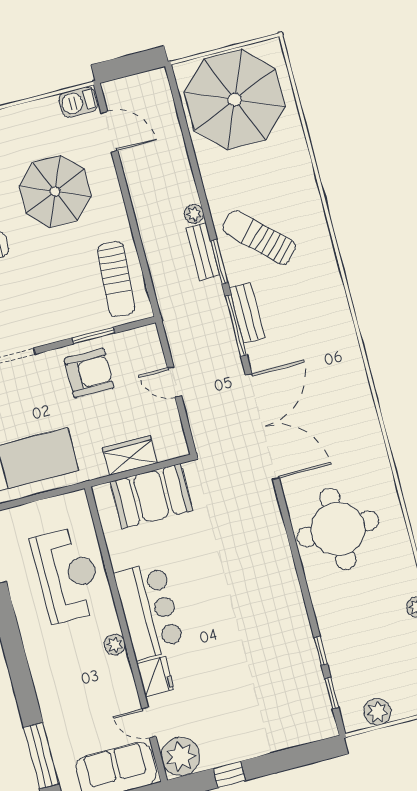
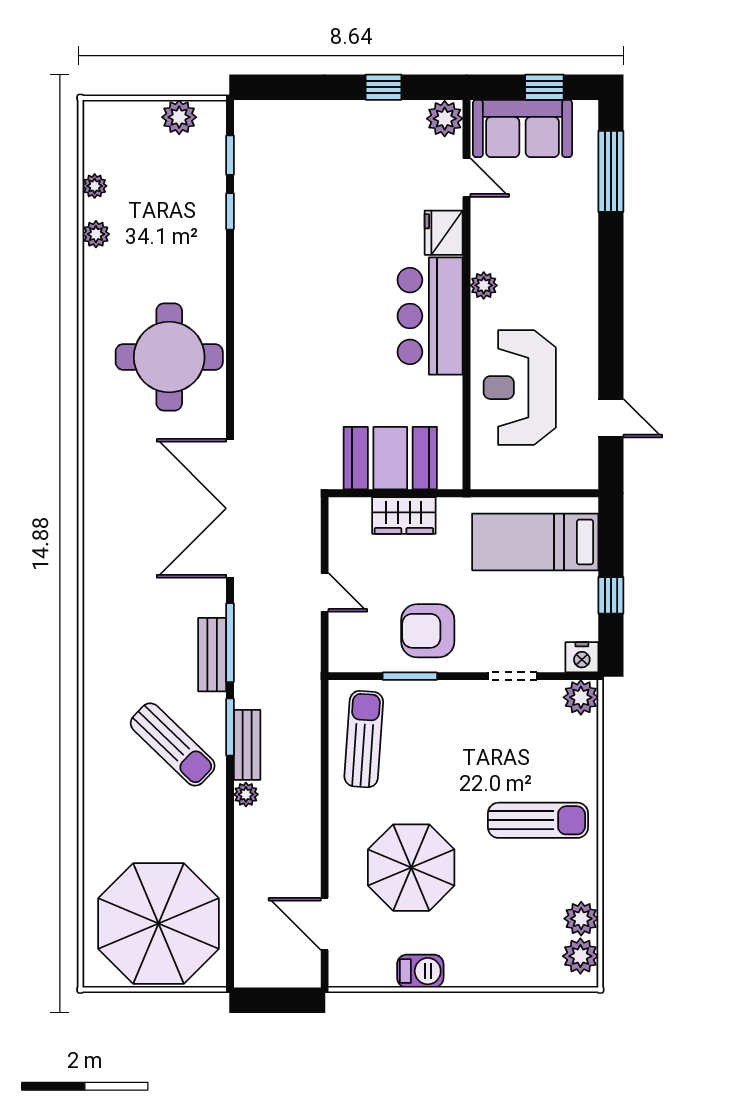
barbecue: (78, 102) -> (420, 971), moved
plant: (181, 757) -> (445, 119), width x0.73, depth x0.73

